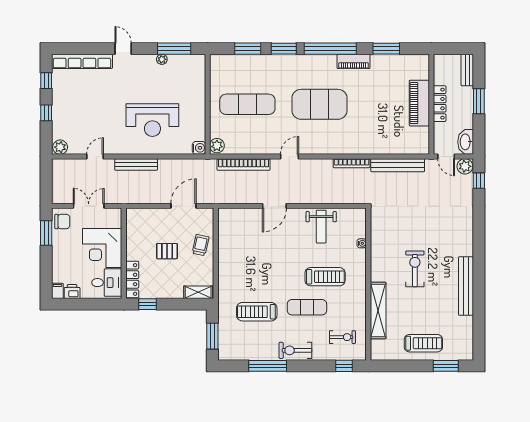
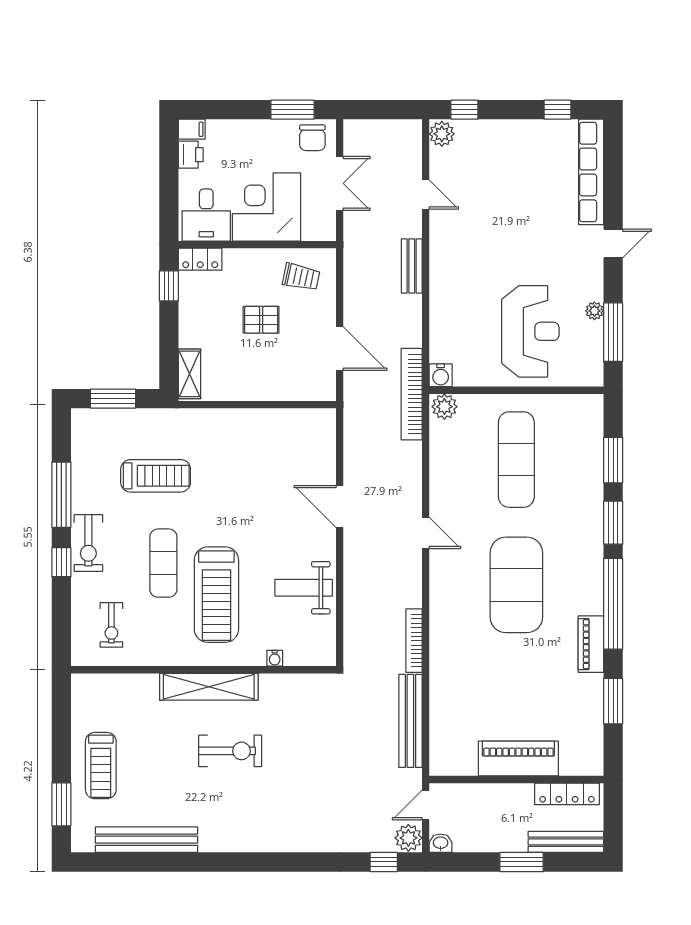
bench: (467, 70) -> (566, 842), width x1.36
locker: (440, 104) -> (567, 794), moved
window: (46, 113) -> (464, 110), moved
reception desk: (152, 120) -> (530, 331), moved, turned 180
washbasin: (466, 142) -> (441, 843), width x0.52, depth x0.69
bench: (136, 164) -> (412, 266), width x0.73
bookcase: (244, 164) -> (412, 394), moved
trolley: (201, 245) -> (301, 277), moved
pallet: (167, 251) -> (261, 320), turned 90
treadmill: (325, 277) -> (216, 595), width x1.37, depth x1.38
locker: (132, 279) -> (200, 259), width x0.66
bench: (466, 286) -> (146, 840), moved
shelving: (378, 310) -> (209, 687), moved
treadmill: (257, 312) -> (156, 476), turned 90
exercise bike: (295, 350) -> (88, 543), turned 180
window: (344, 366) -> (61, 562), moved

